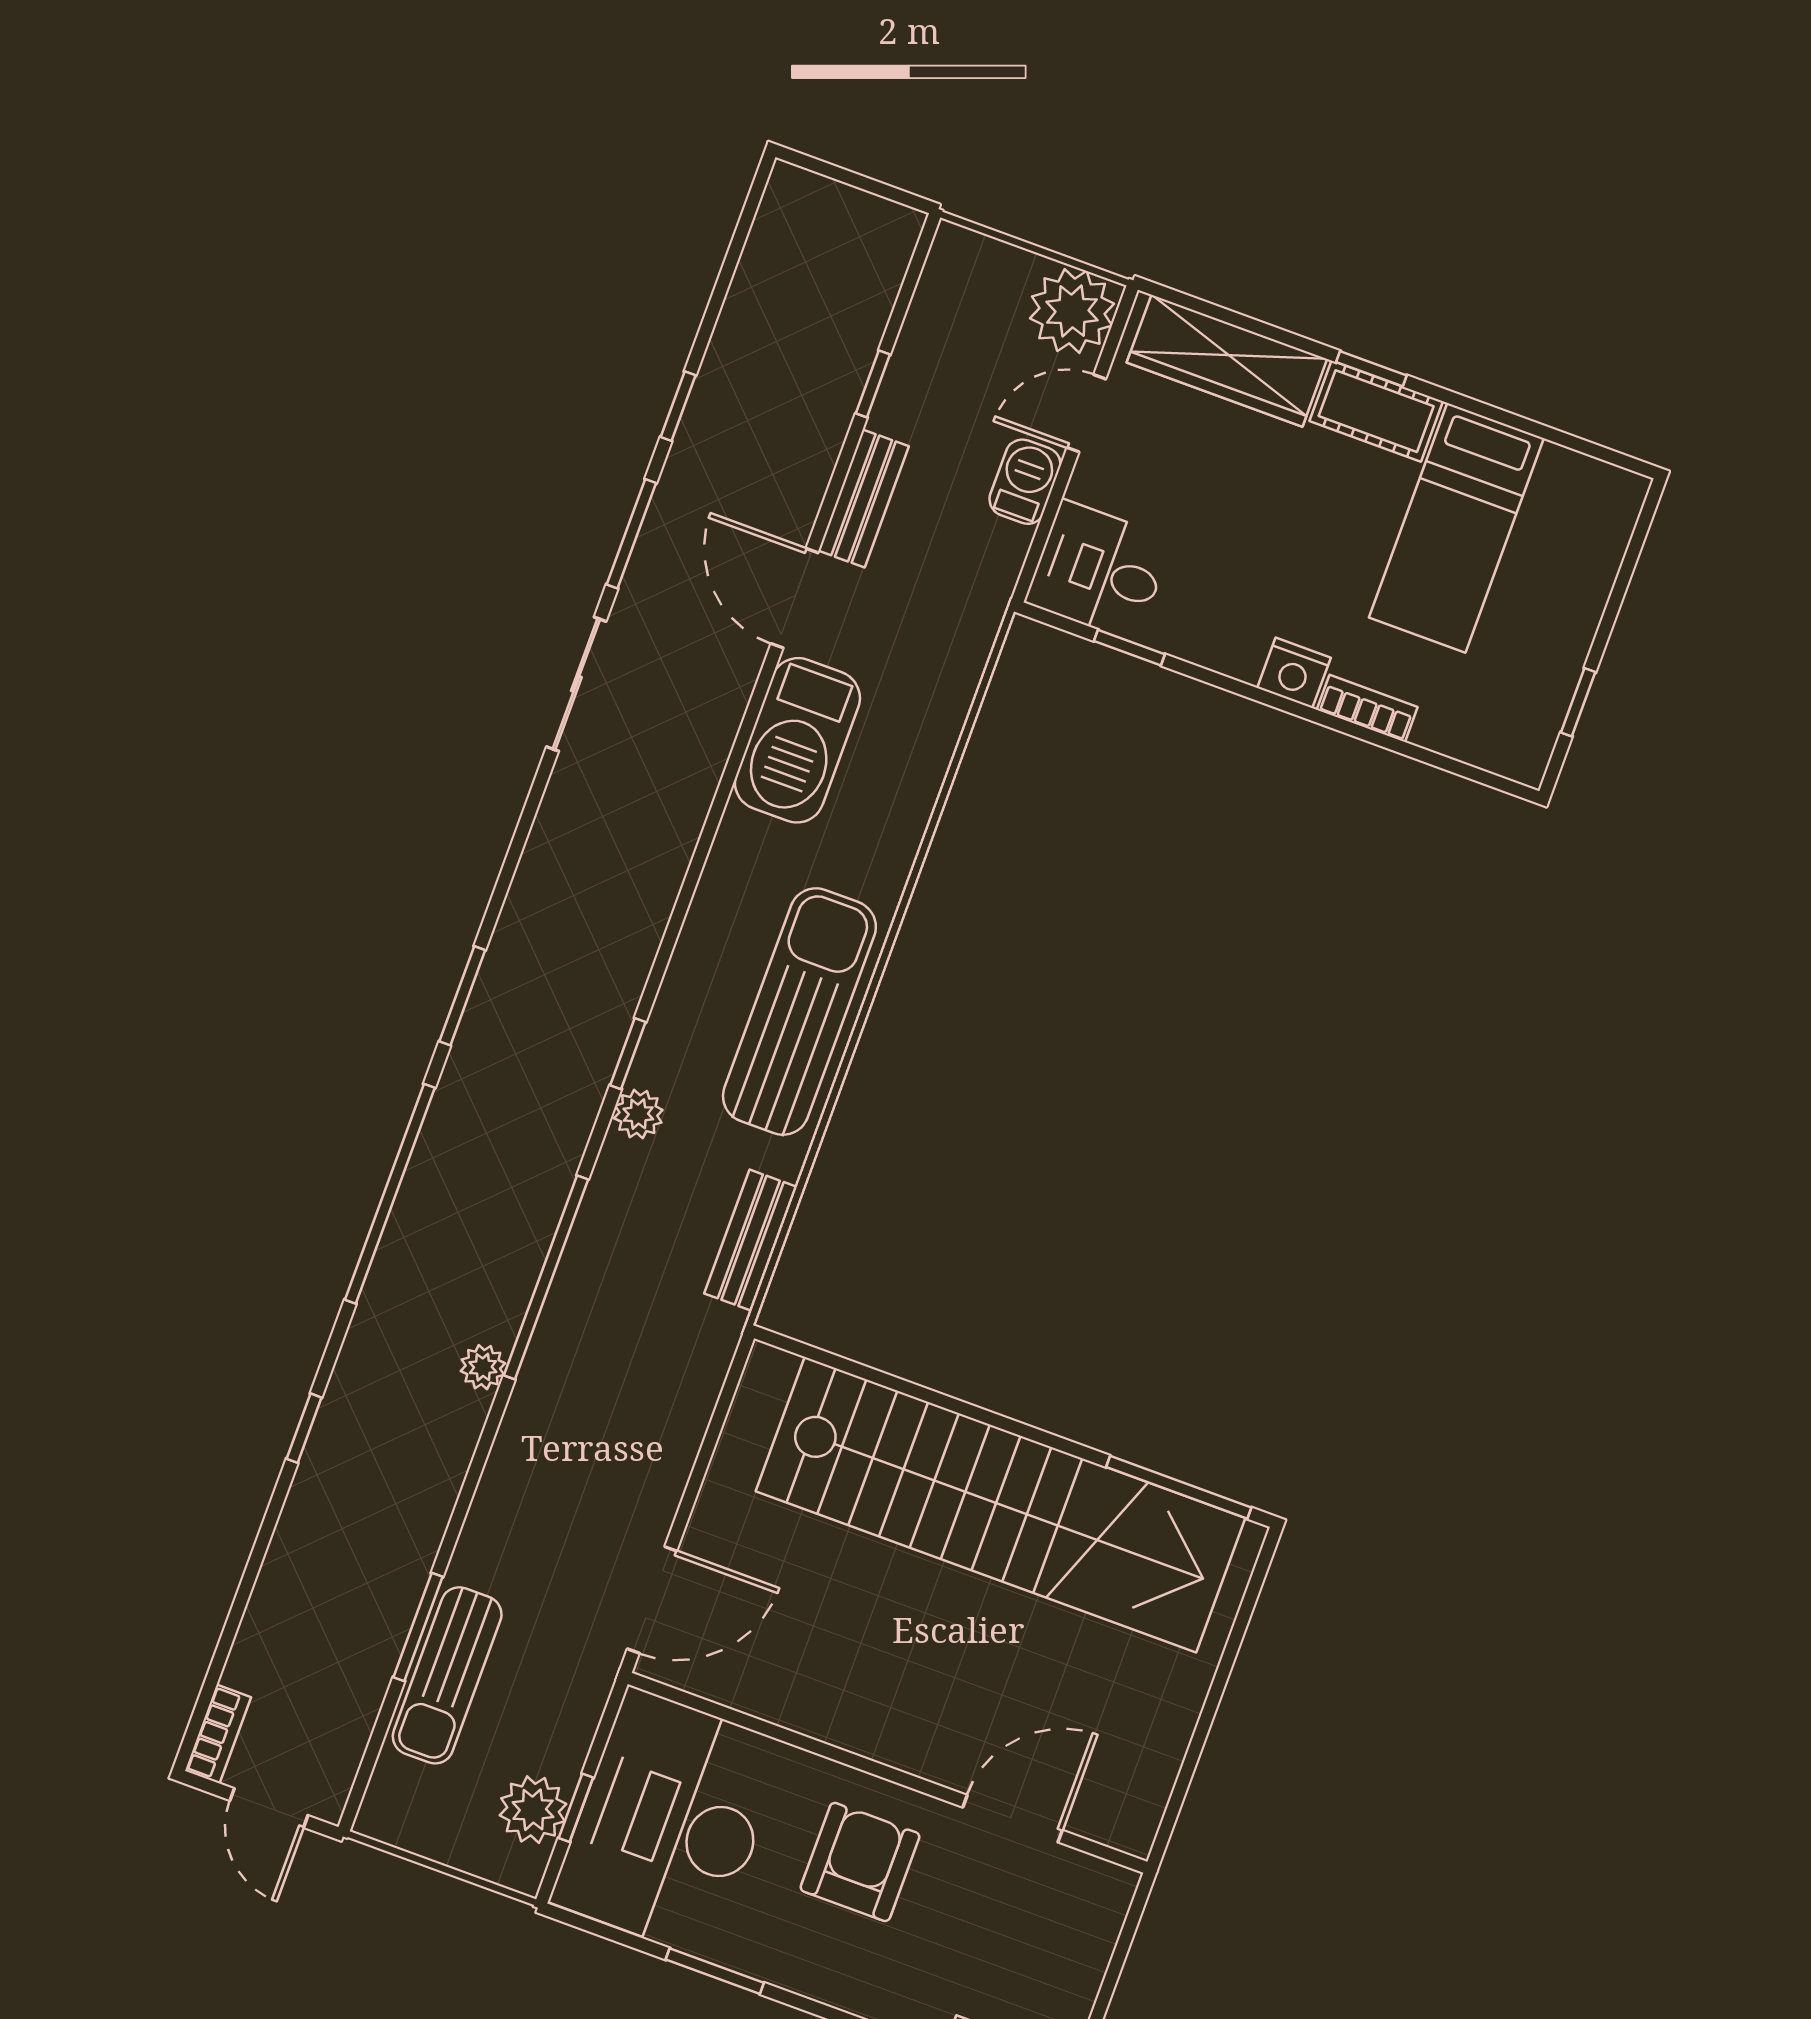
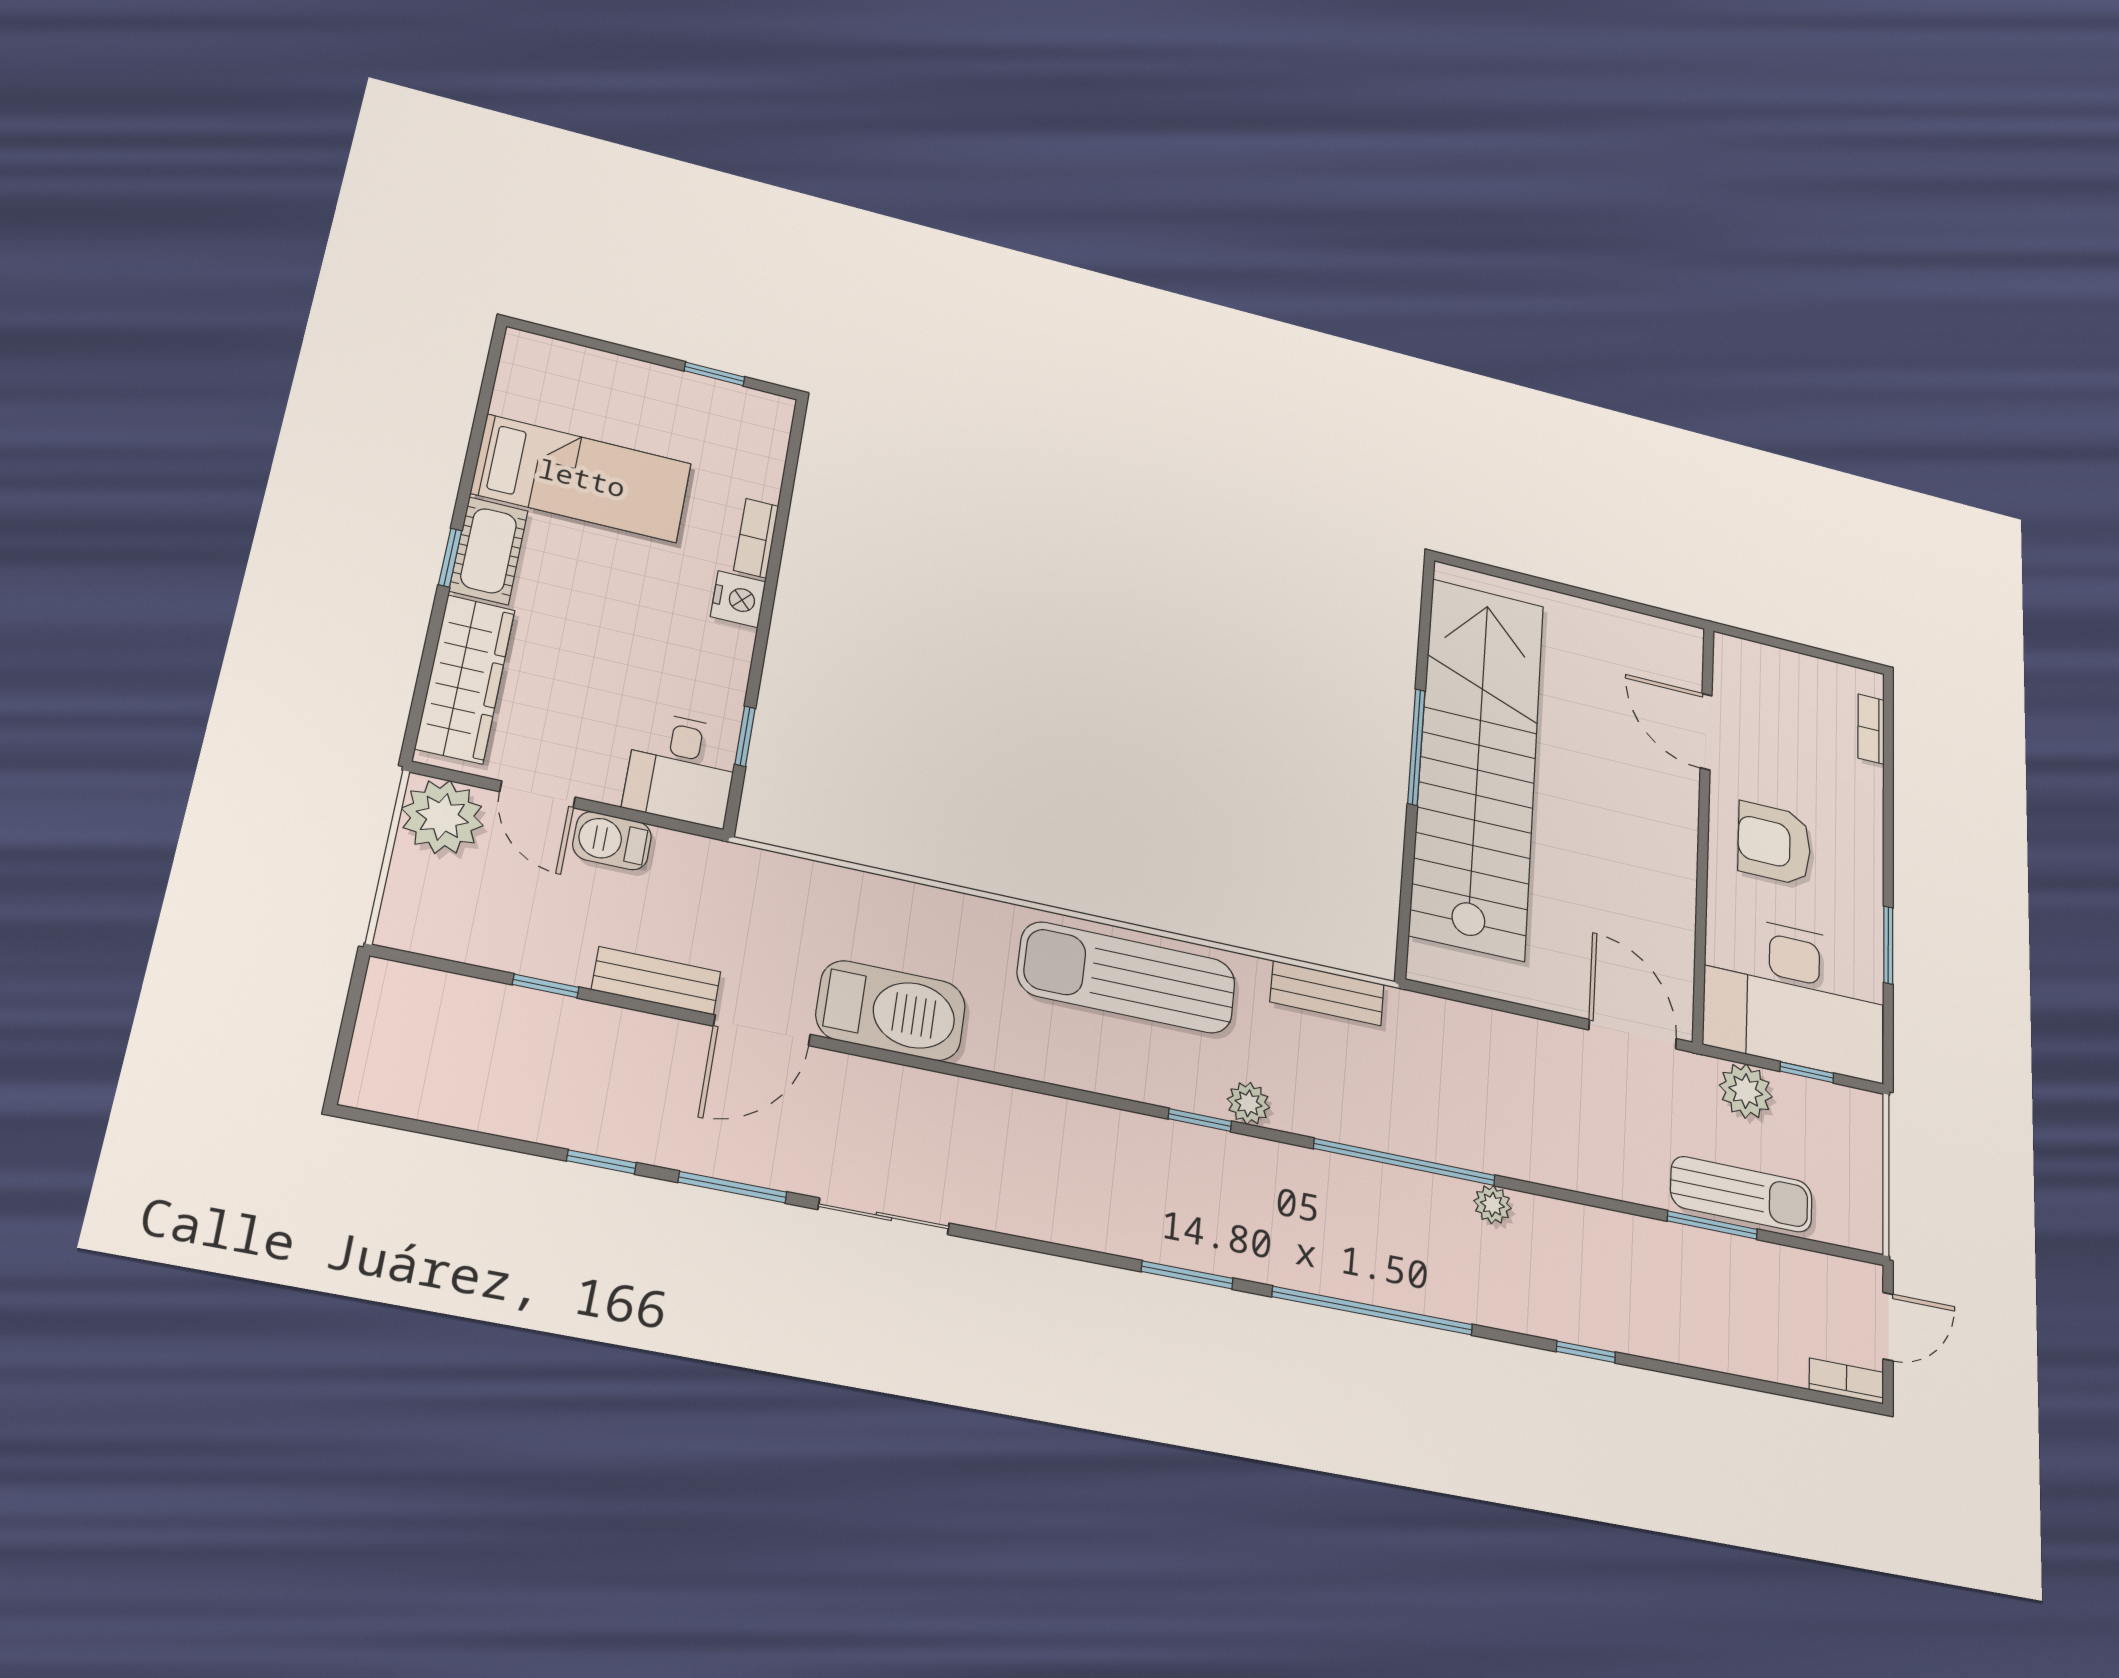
window: (1179, 1487) -> (1416, 747), moved
plant: (533, 1810) -> (1746, 1091), moved

